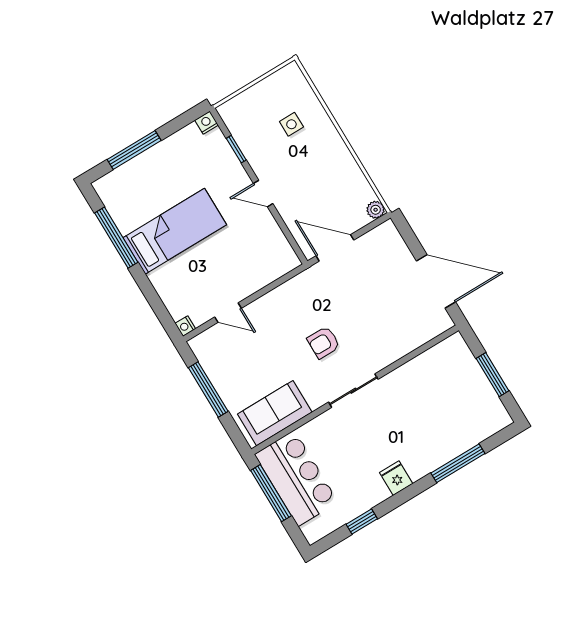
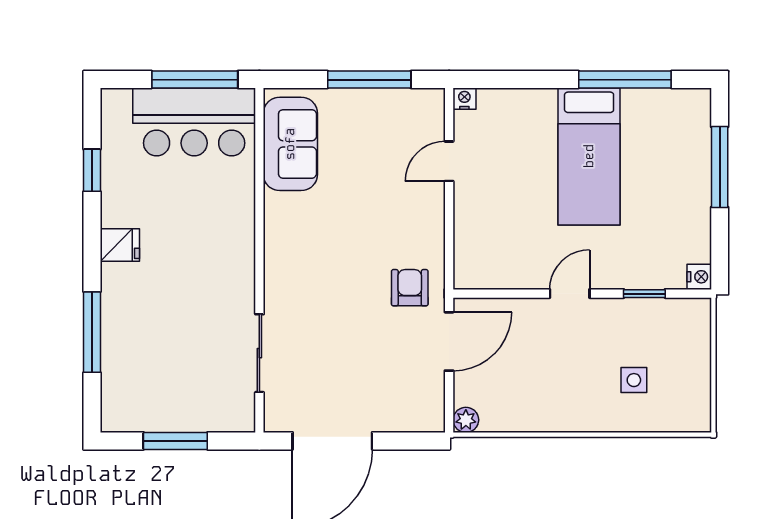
armchair: (323, 342) -> (410, 288), moved
sliding door: (353, 391) -> (259, 353), moved

